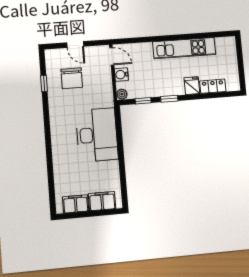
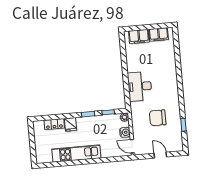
chair: (72, 78) -> (158, 118), moved, turned -90
desk: (97, 135) -> (140, 86), width x0.73, depth x0.77

